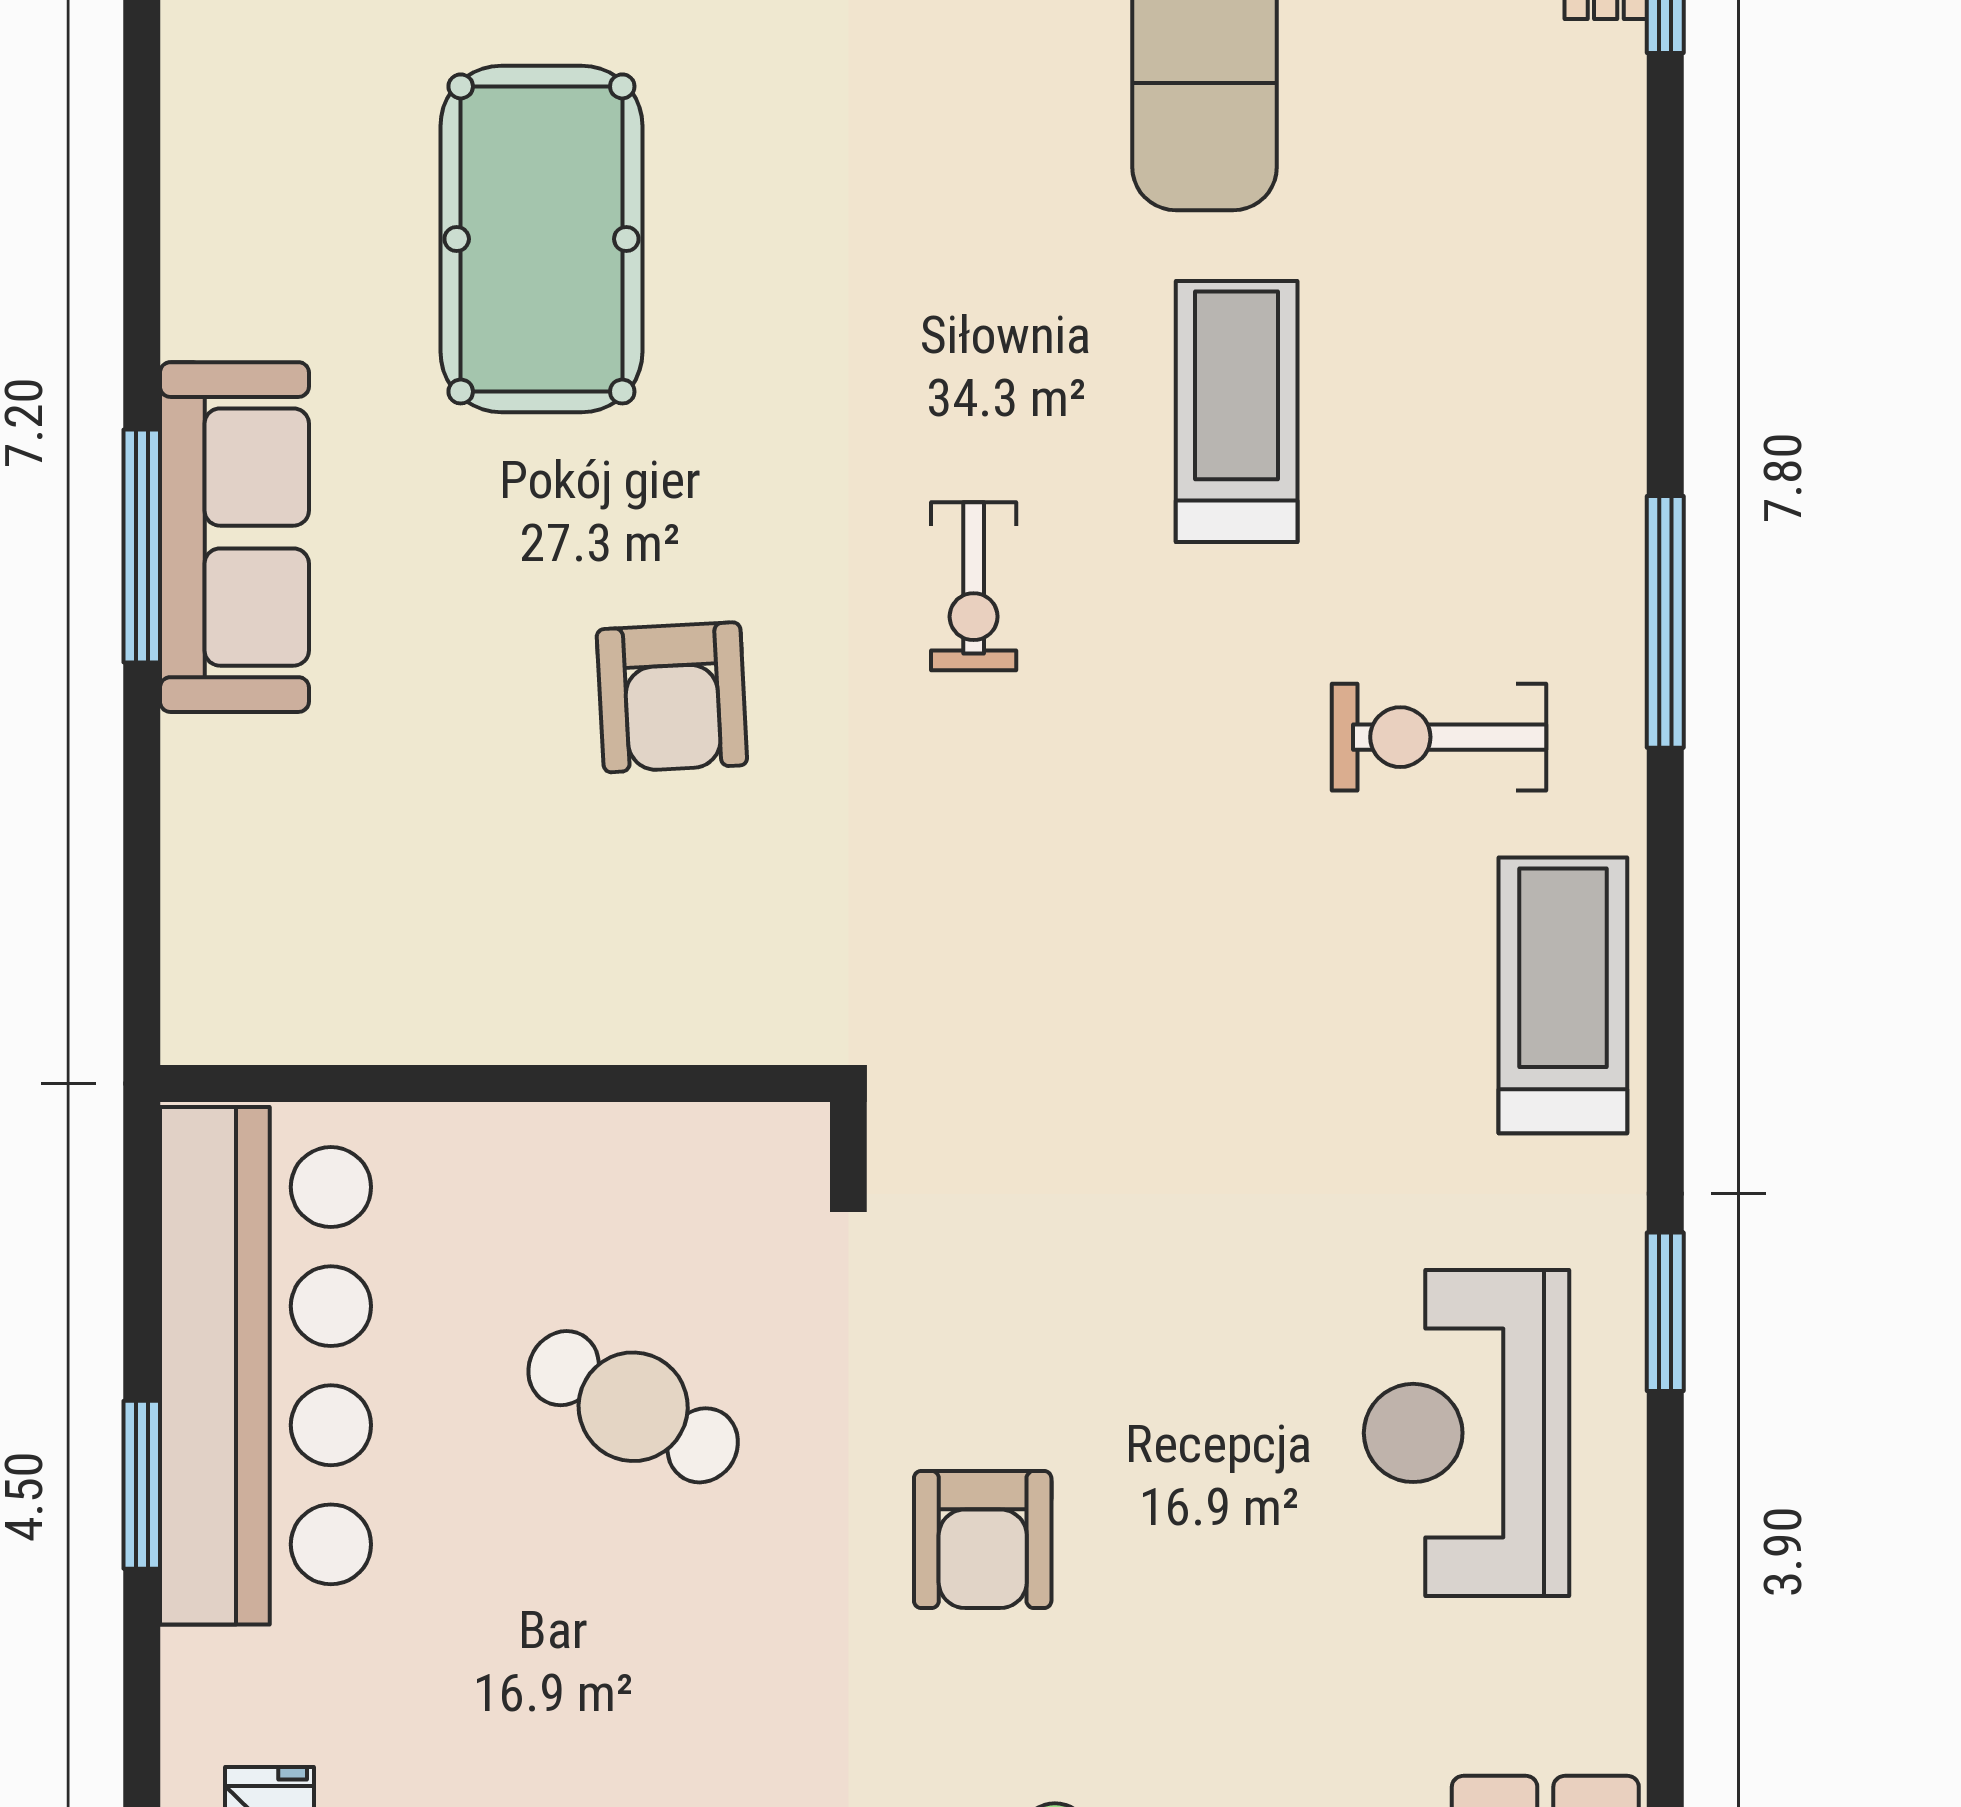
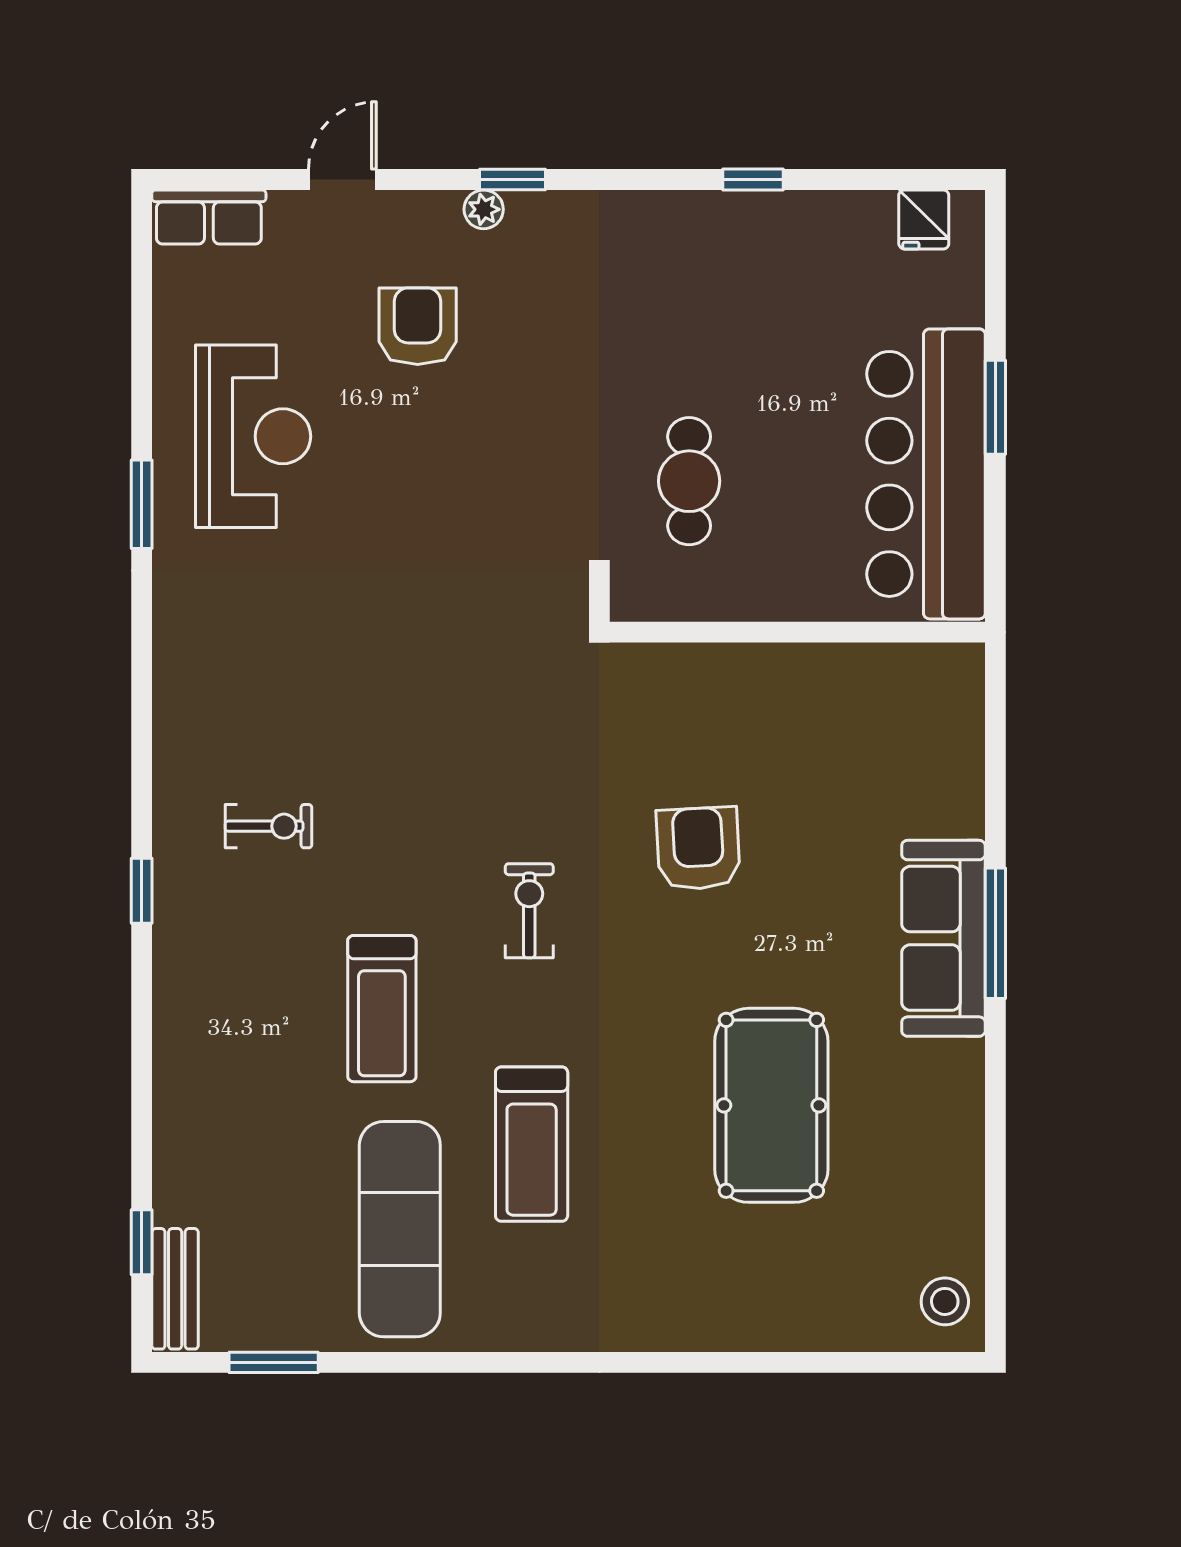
window: (1665, 622) -> (142, 891), width x0.46
exercise bike: (1439, 737) -> (268, 826), width x0.73, depth x0.72
treadmill: (1563, 995) -> (532, 1144), moved
cafe table: (633, 1407) -> (689, 481), moved, turned 61
armchair: (983, 1540) -> (418, 326), moved

